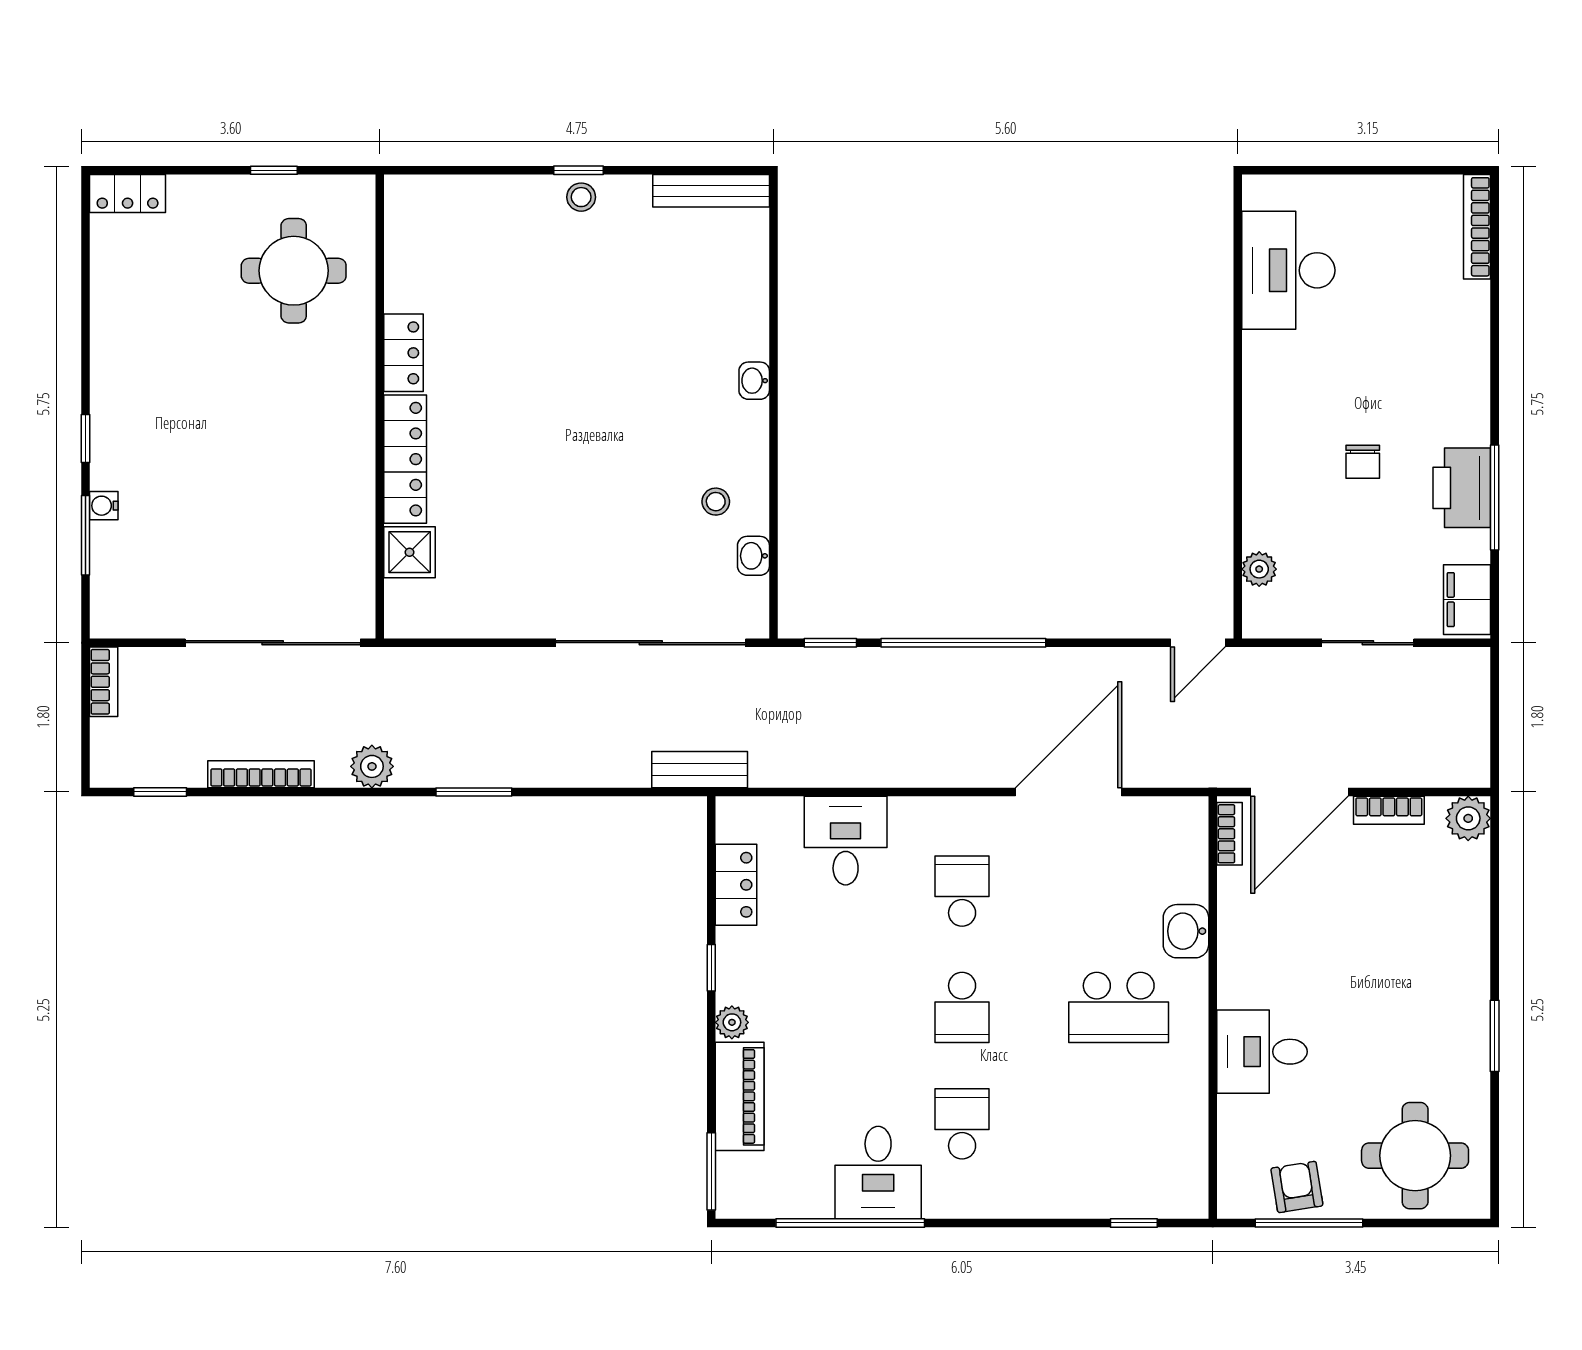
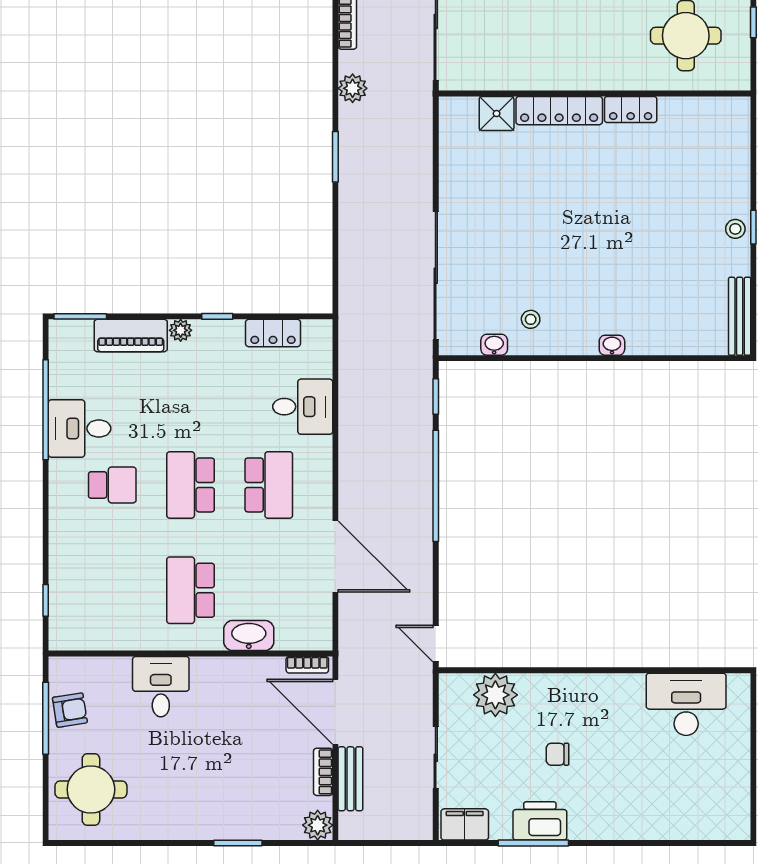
bookcase: (1477, 227) -> (715, 831), removed
plant: (1259, 569) -> (495, 695), width x1.88, depth x1.88
bench: (700, 770) -> (350, 779), moved
school desk: (962, 891) -> (269, 485), width x1.85
washbasin: (1186, 931) -> (249, 635), width x1.38
school desk: (962, 1007) -> (191, 485), width x1.85
window: (1495, 1036) -> (238, 843), moved

